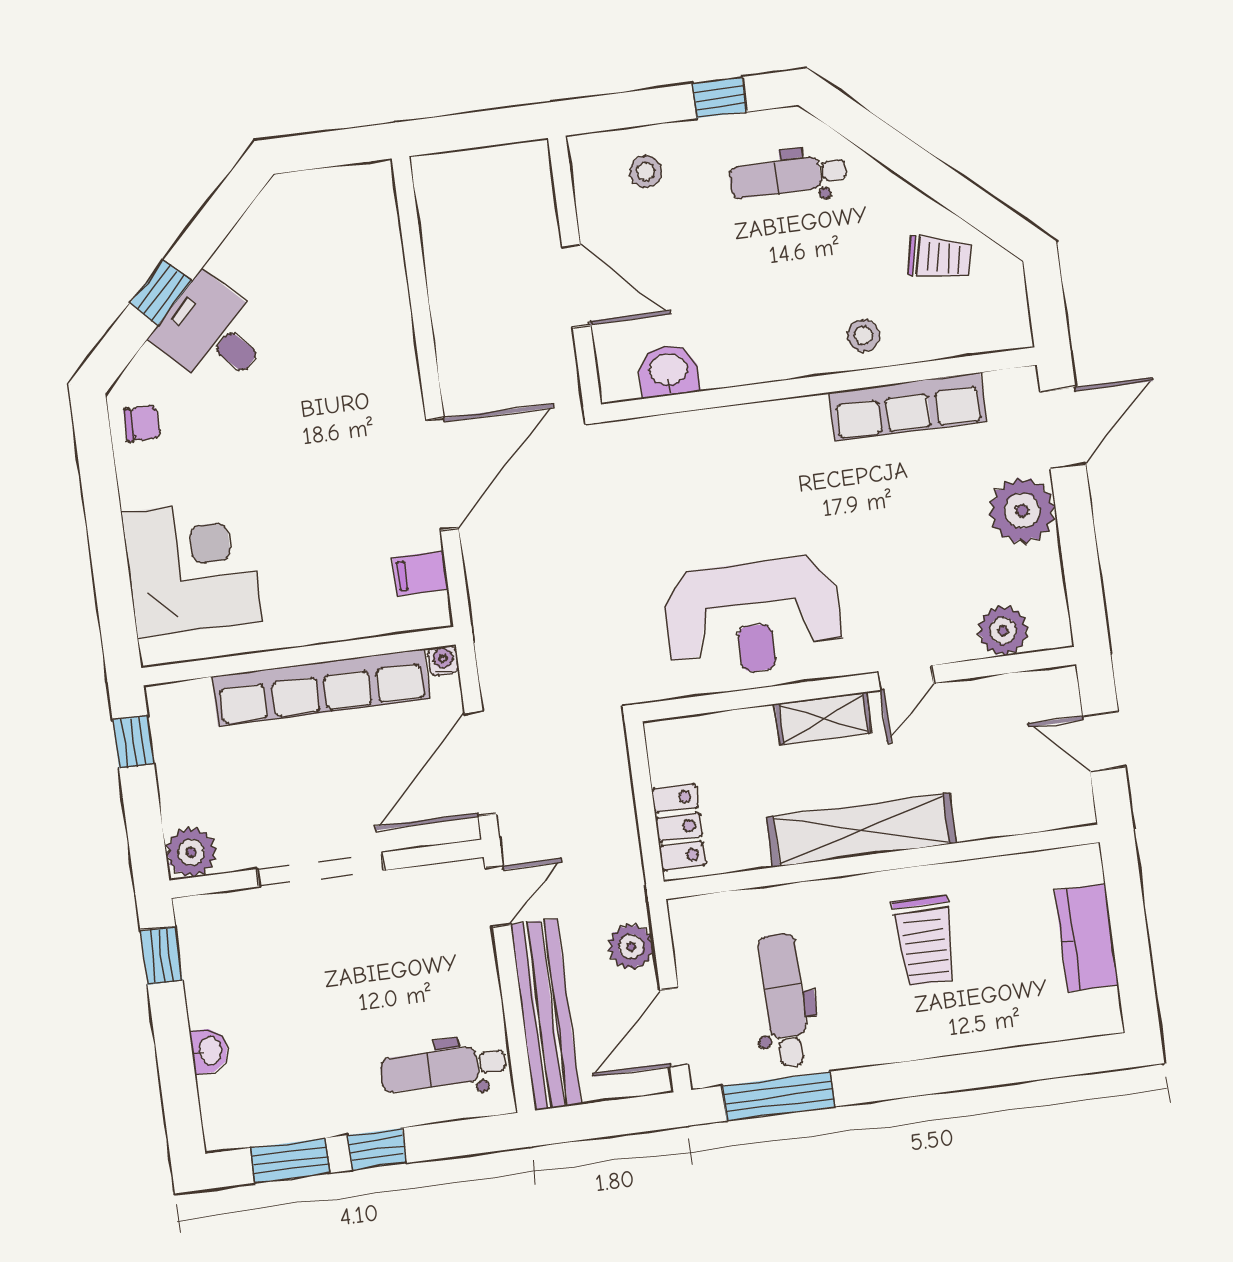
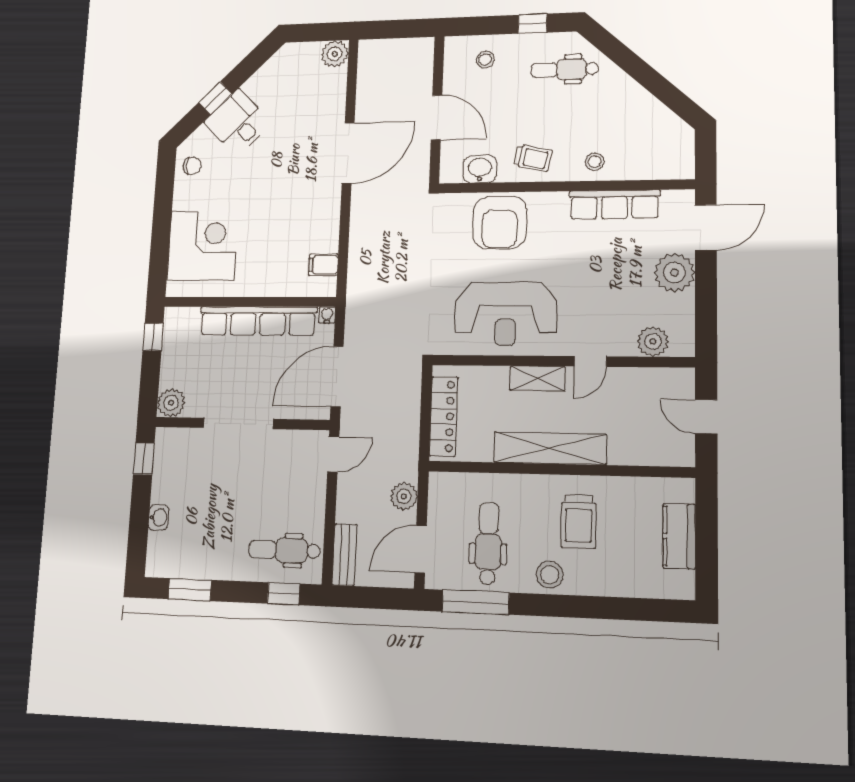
plant: (370, 187) -> (335, 54), added
trolley: (940, 257) -> (533, 158), moved
armchair: (718, 461) -> (500, 223), added
door: (442, 474) -> (348, 153), moved
locker: (679, 827) -> (444, 416), width x1.53
bench: (546, 1015) -> (344, 555), width x0.54, depth x0.82
stool: (891, 1032) -> (550, 575), added
window: (377, 1149) -> (284, 594), moved

